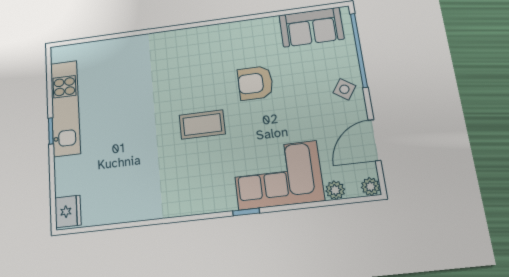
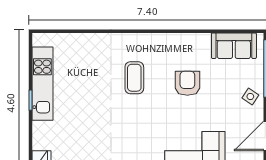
armchair: (255, 83) -> (187, 83), turned 90
coffee table: (202, 125) -> (134, 78), moved, turned 90

